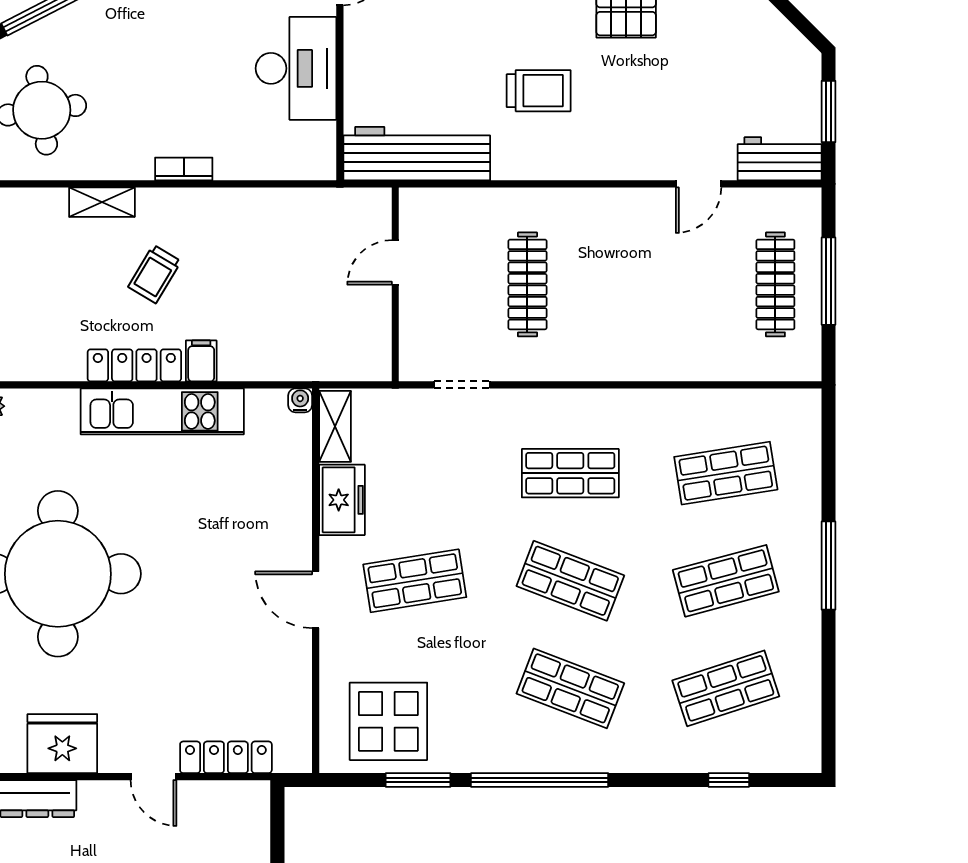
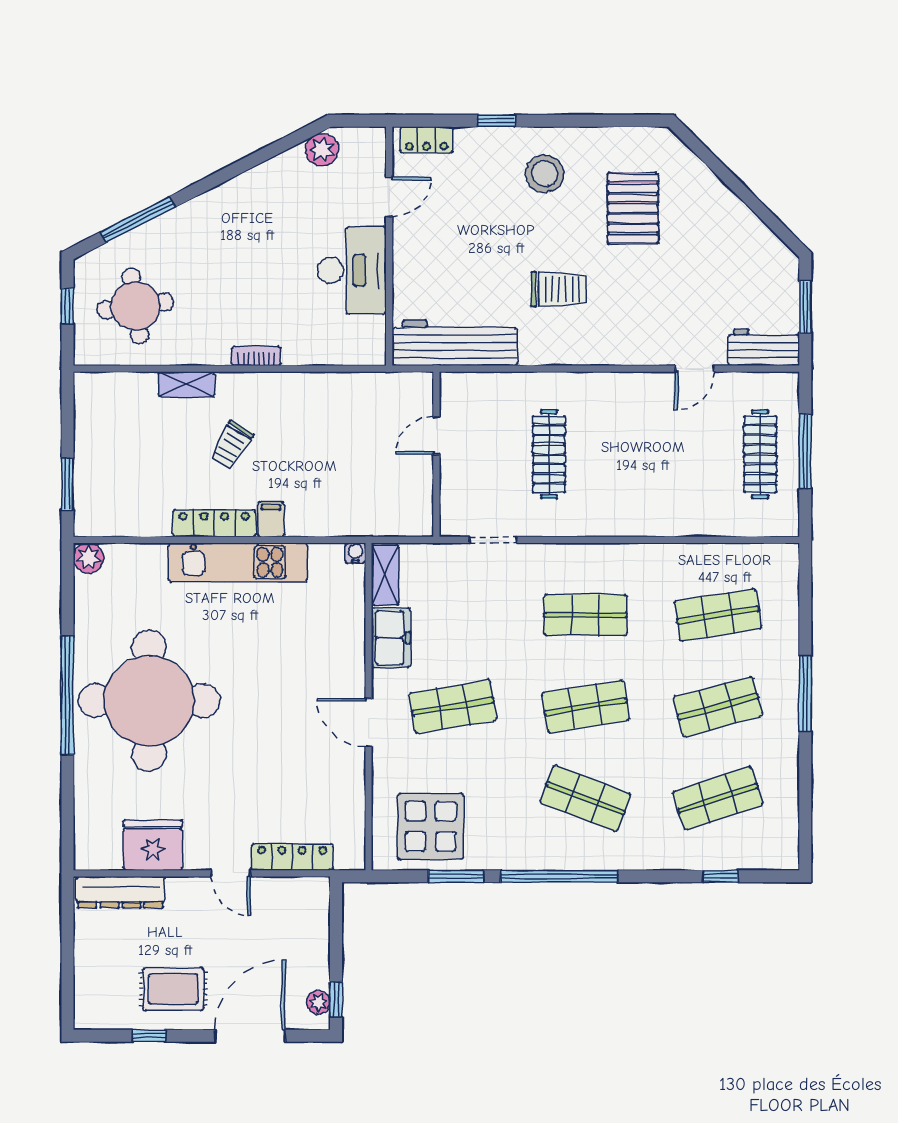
shop shelf: (570, 581) -> (585, 707), turned -30

